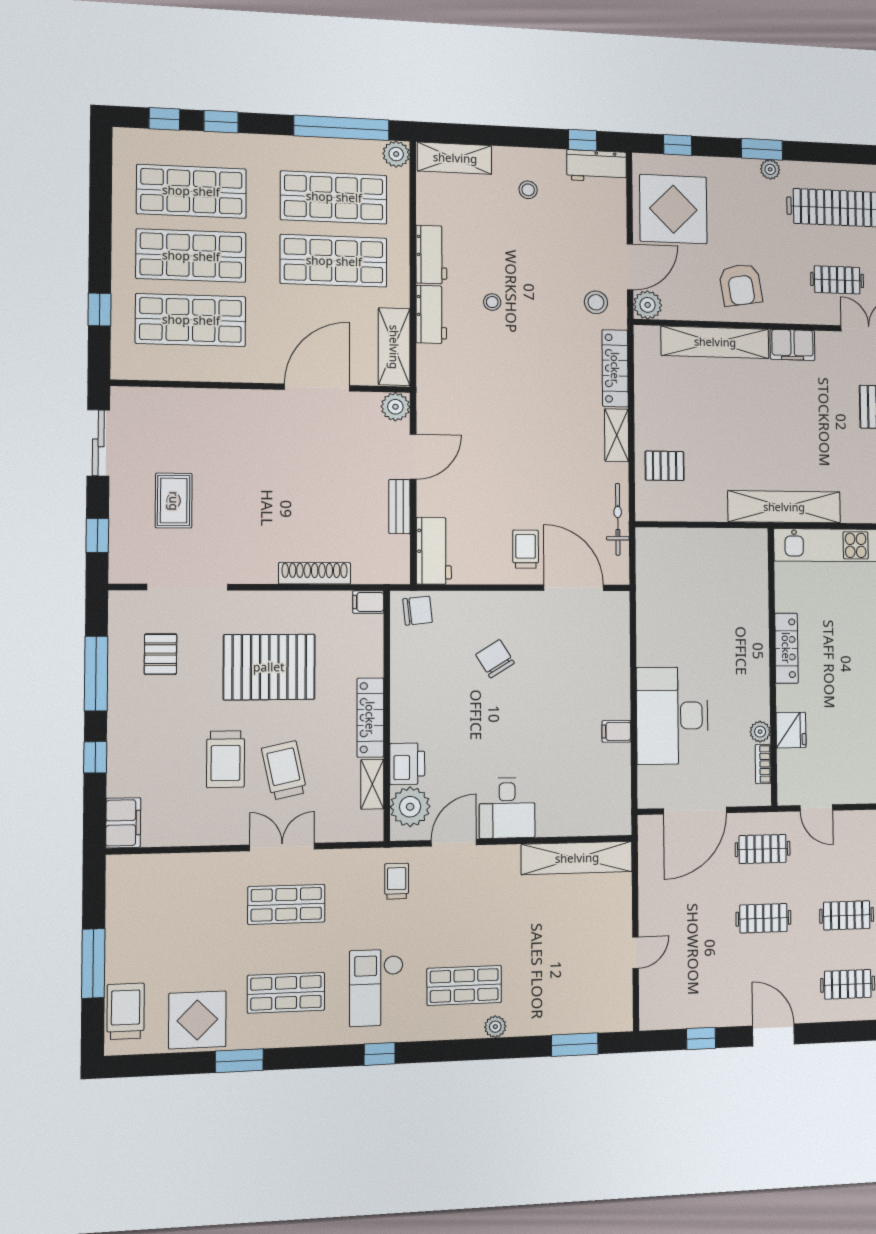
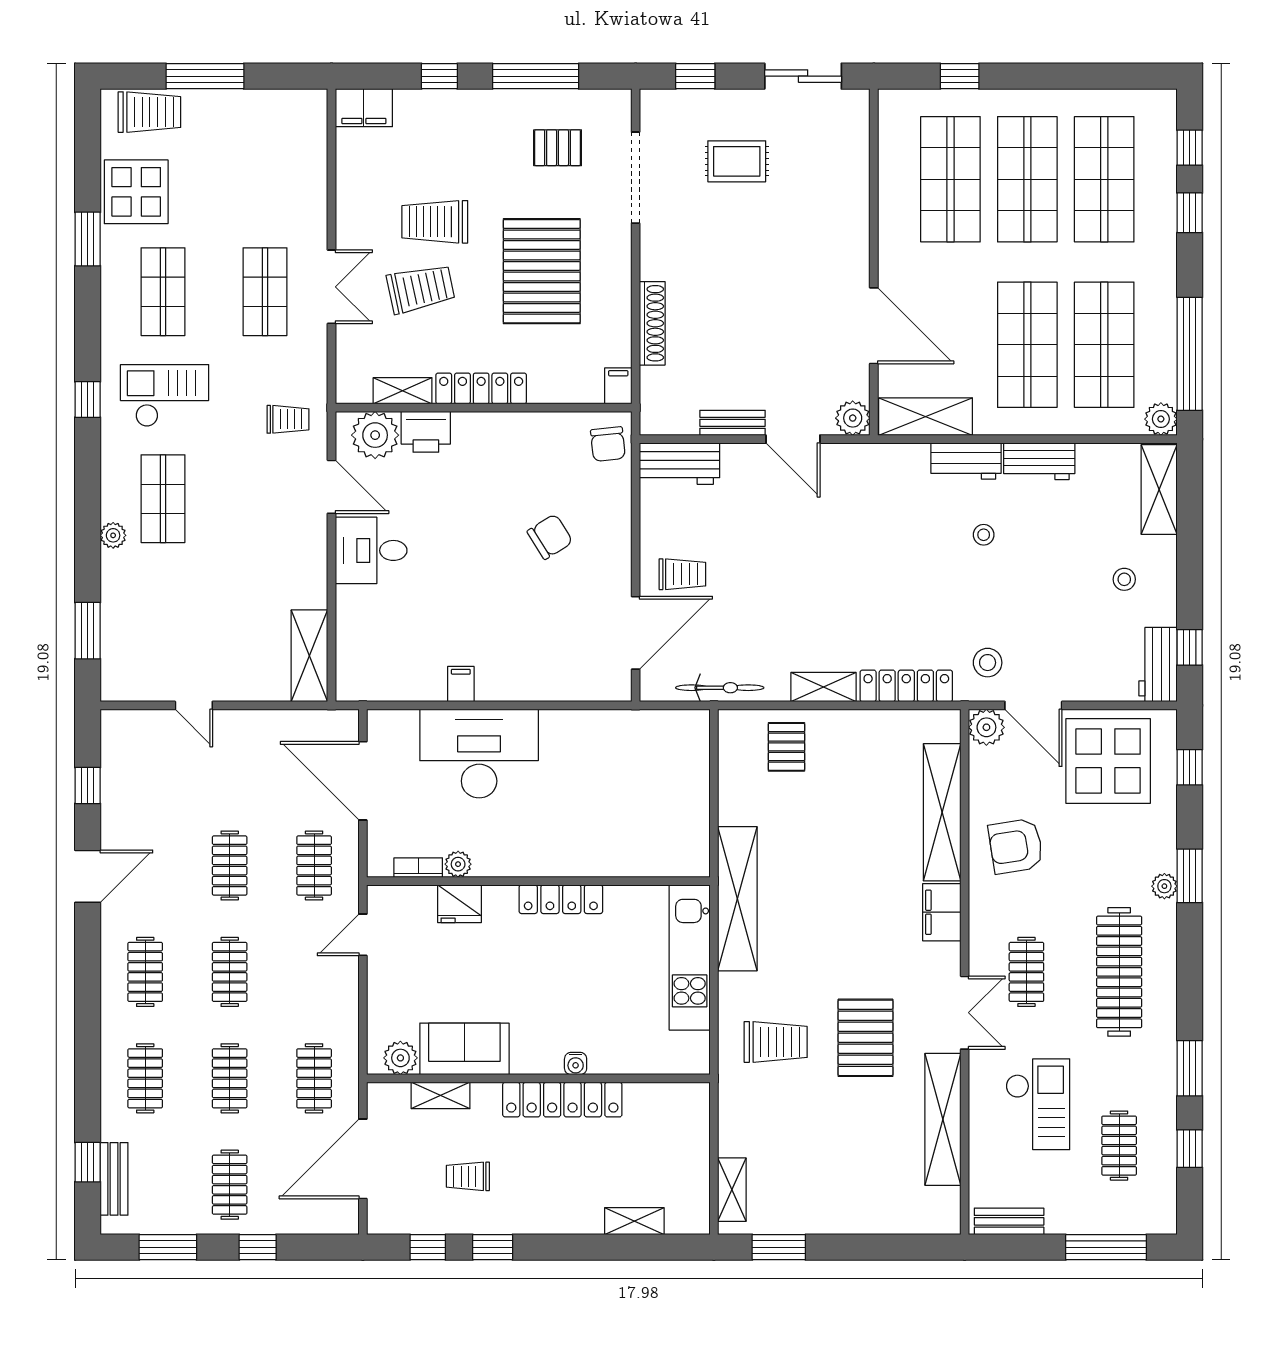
shelving: (577, 858) -> (309, 656), width x0.68

